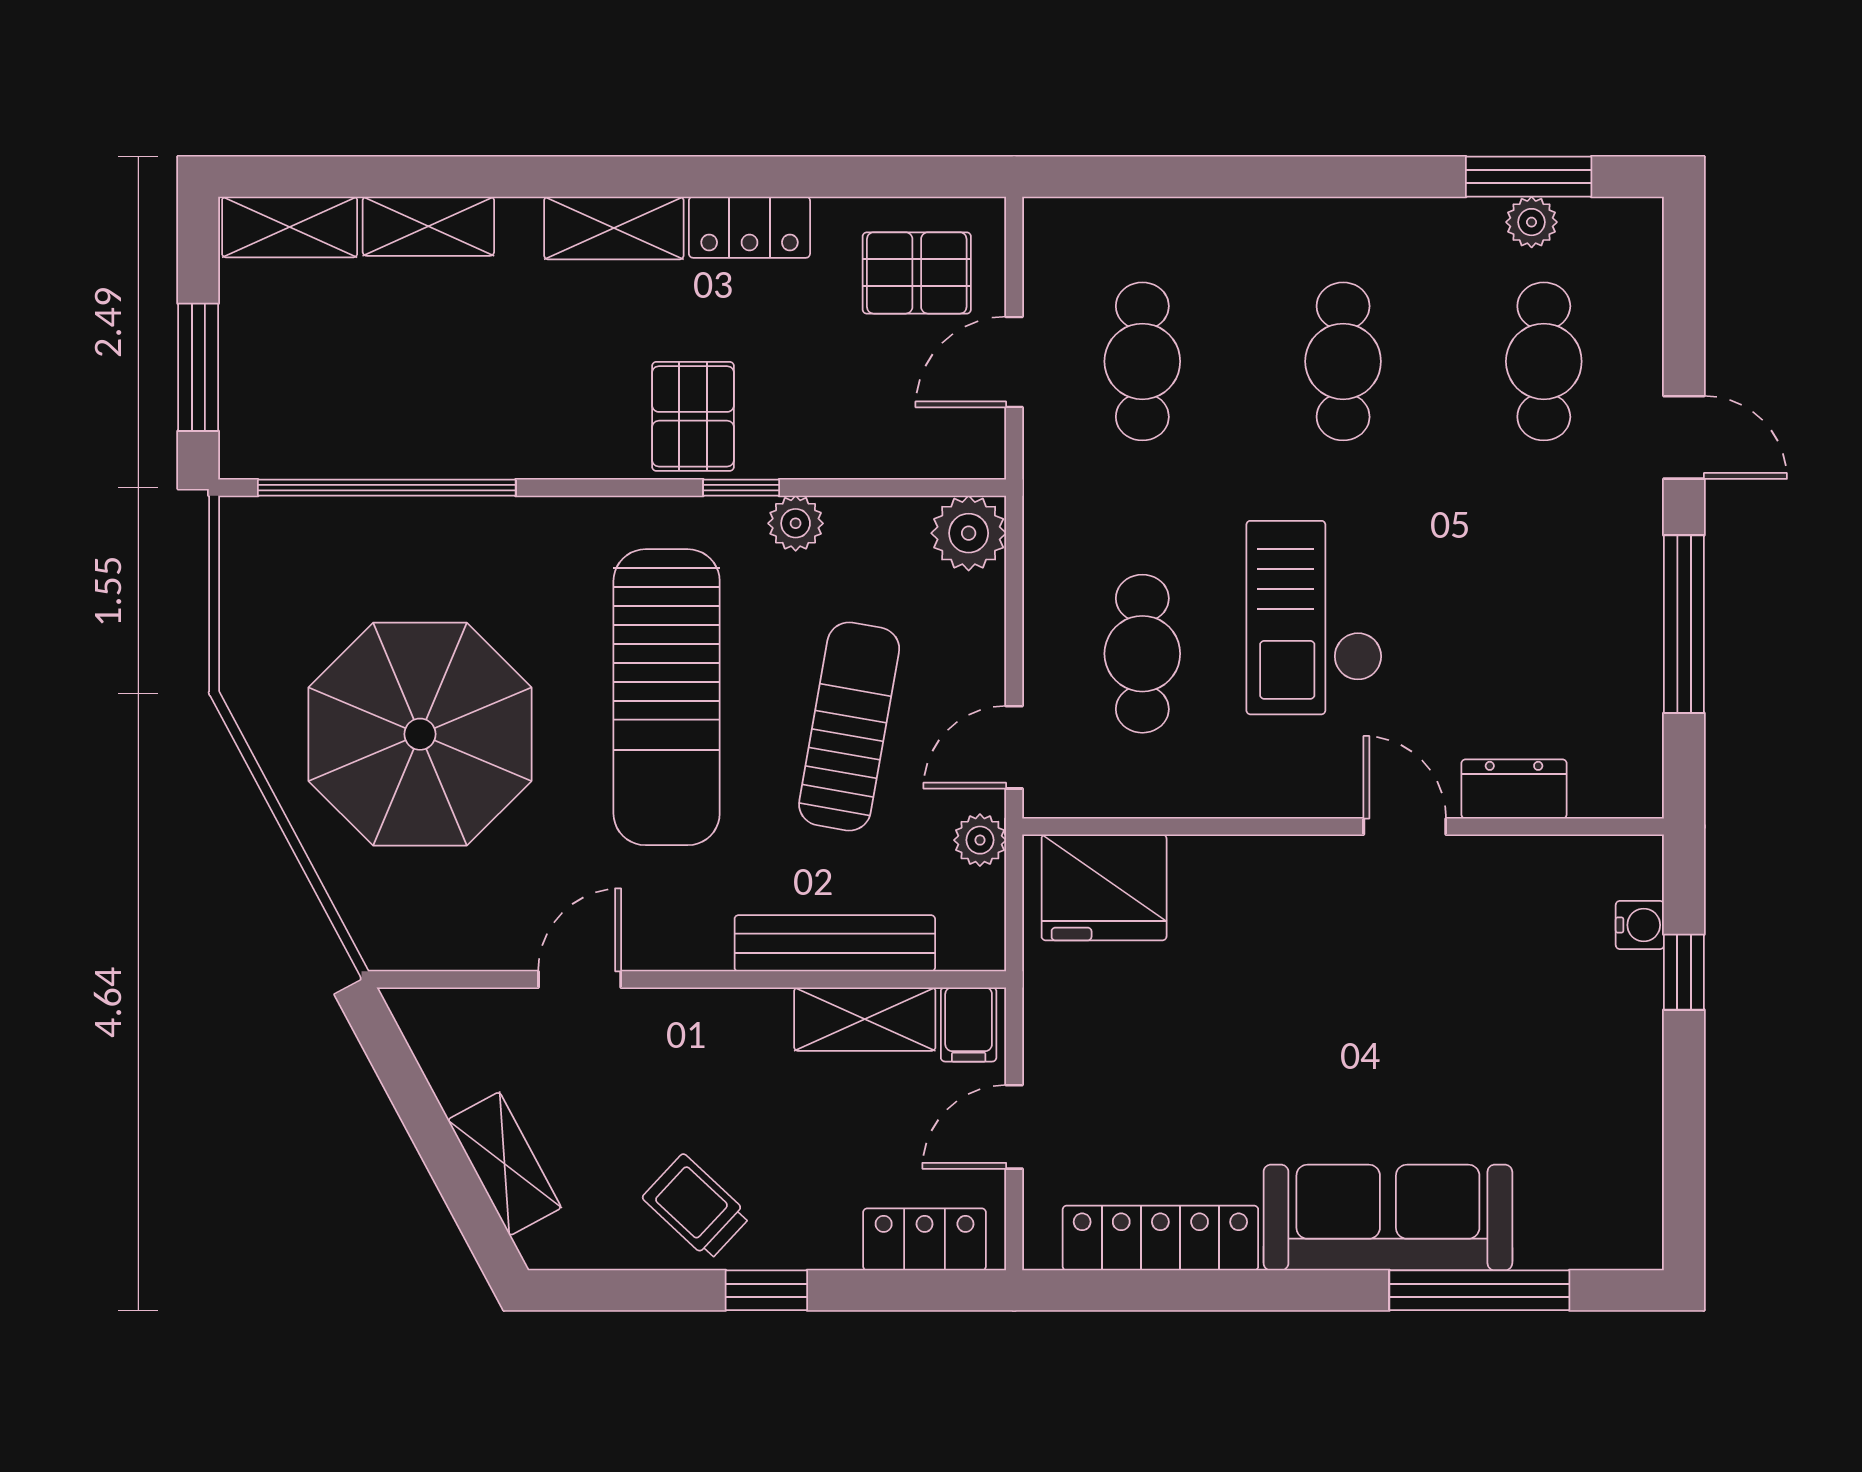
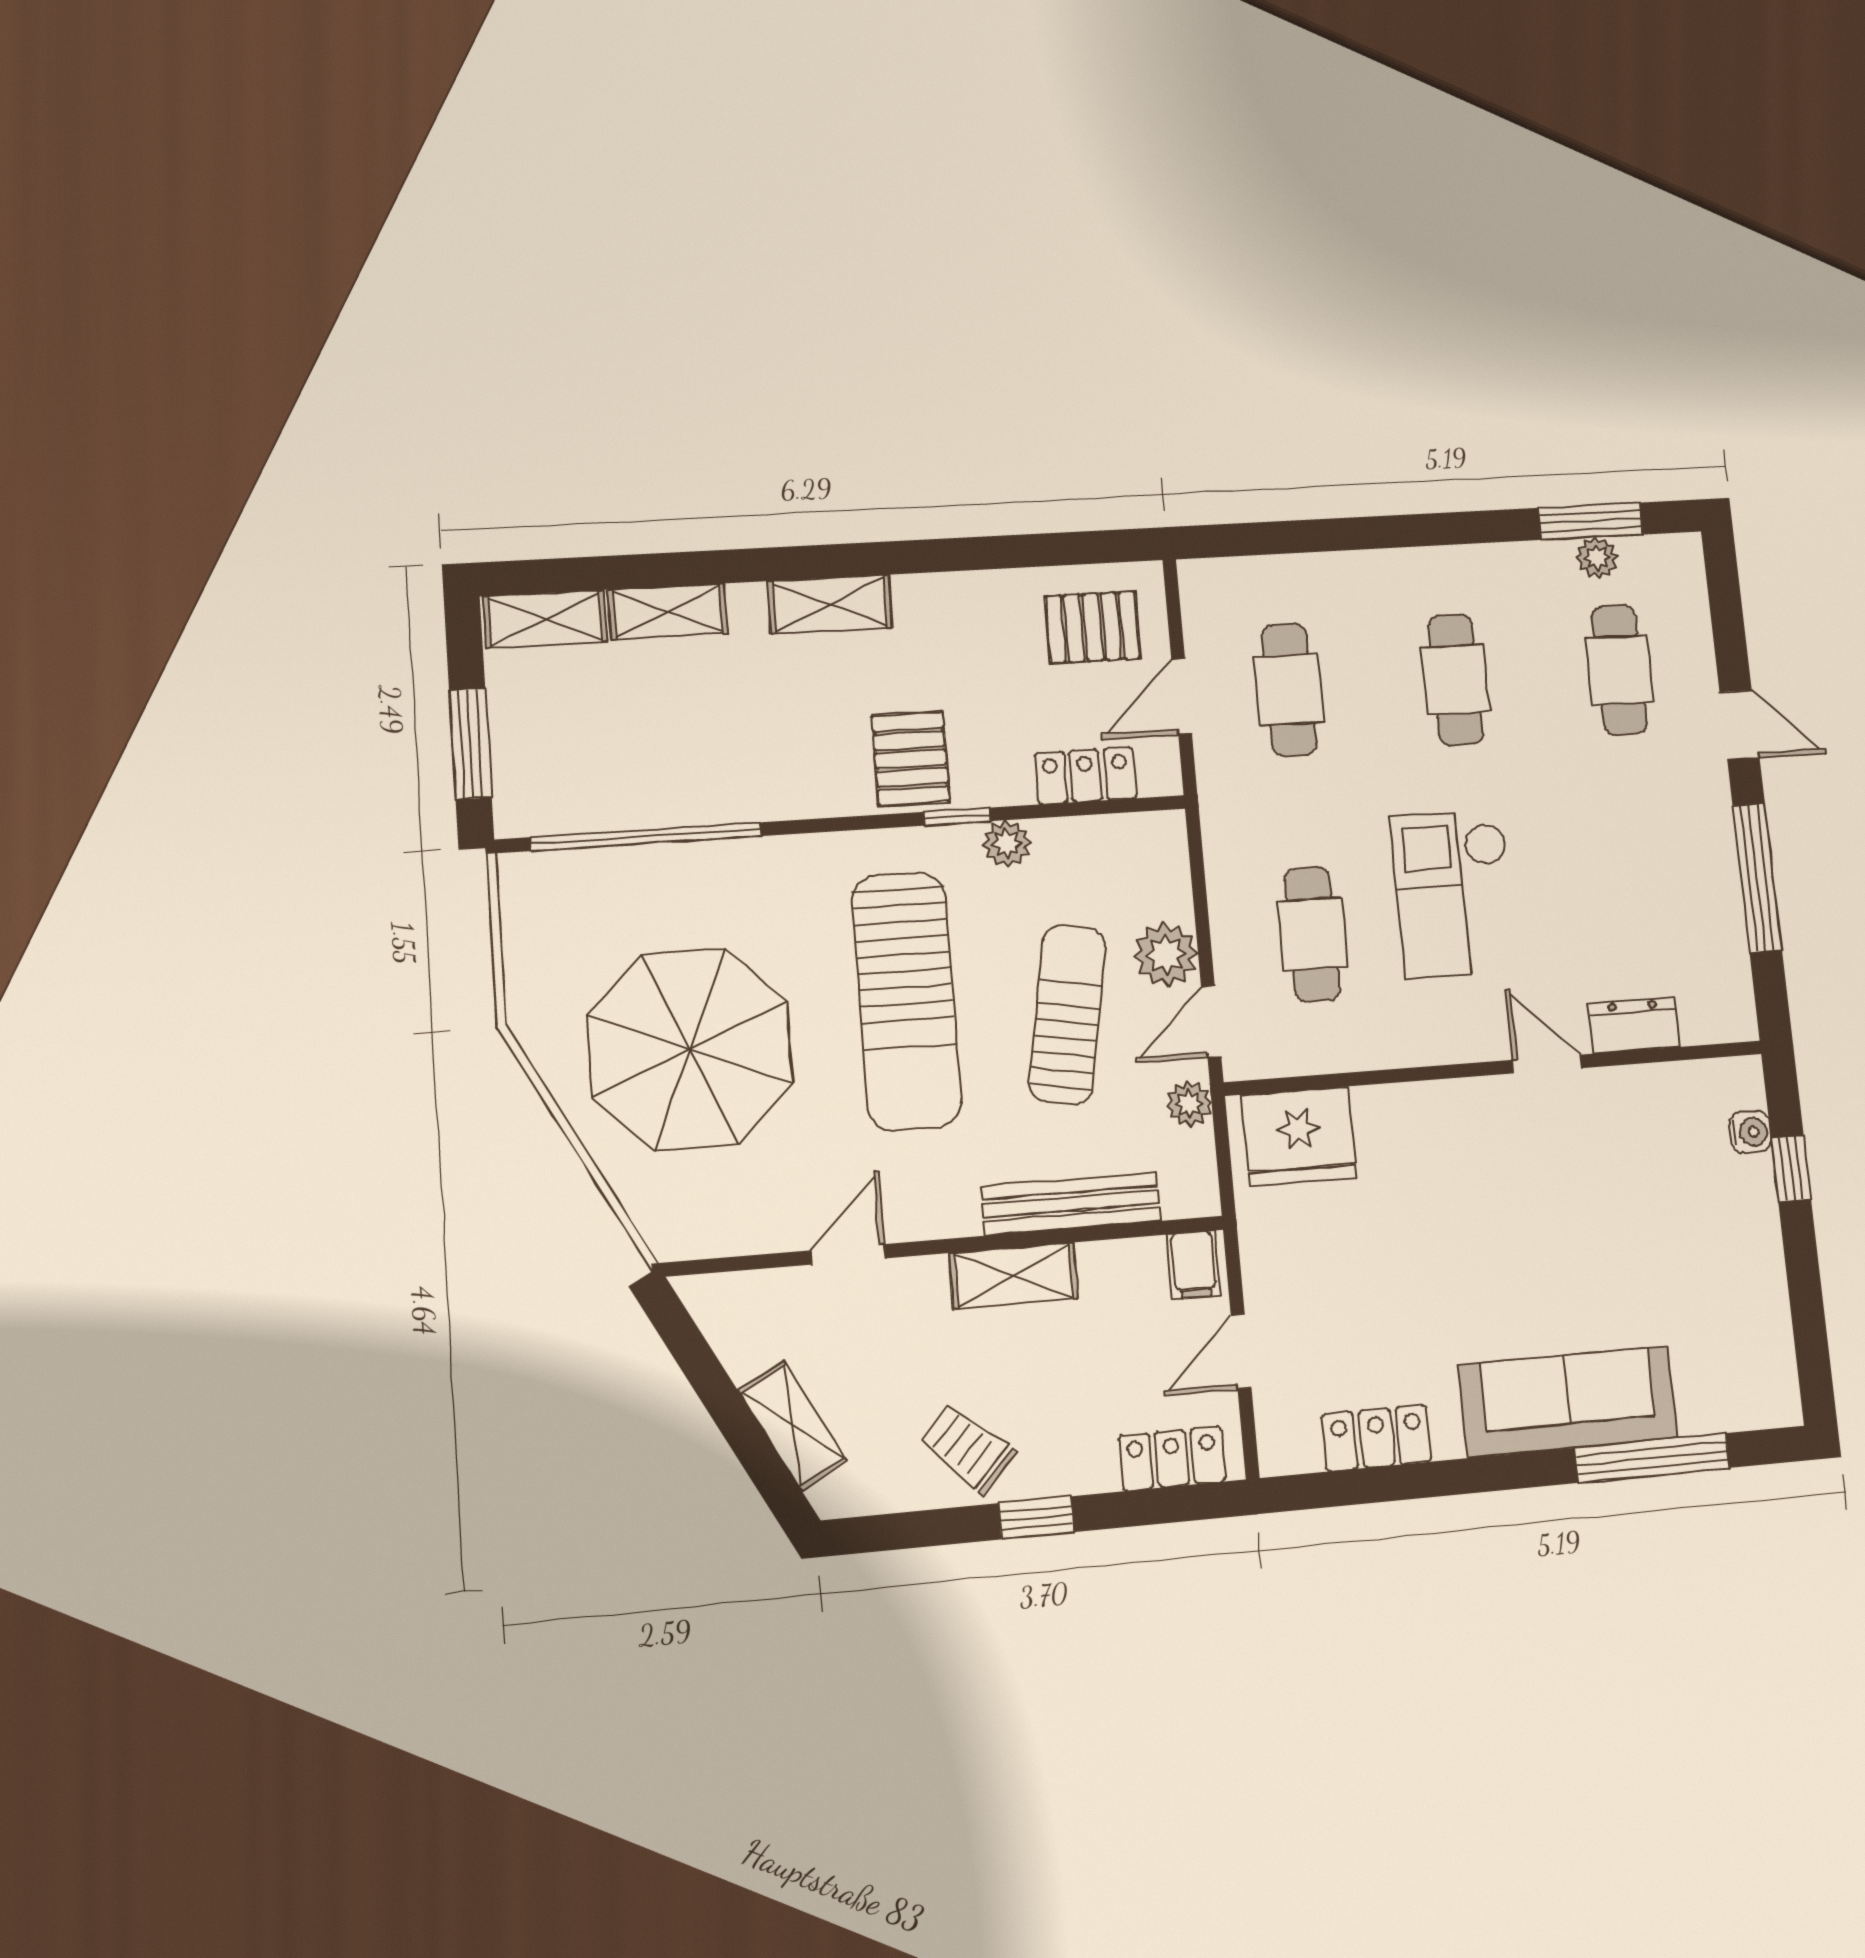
locker: (749, 227) -> (1085, 776), moved, turned 180
plant: (969, 533) -> (1166, 955), moved
shelving: (865, 1019) -> (1013, 1276), moved
locker: (1160, 1238) -> (1377, 1438), width x0.66

